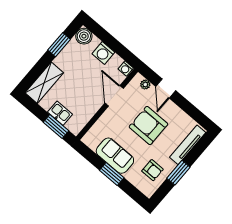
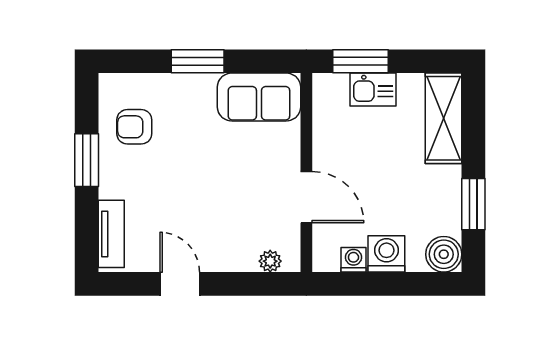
washing machine: (126, 69) -> (353, 260), moved
door: (166, 88) -> (180, 284), moved
armchair: (148, 125) -> (206, 197), removed
tv unit: (188, 145) -> (111, 234), width x0.71
sofa: (115, 156) -> (259, 97), moved

